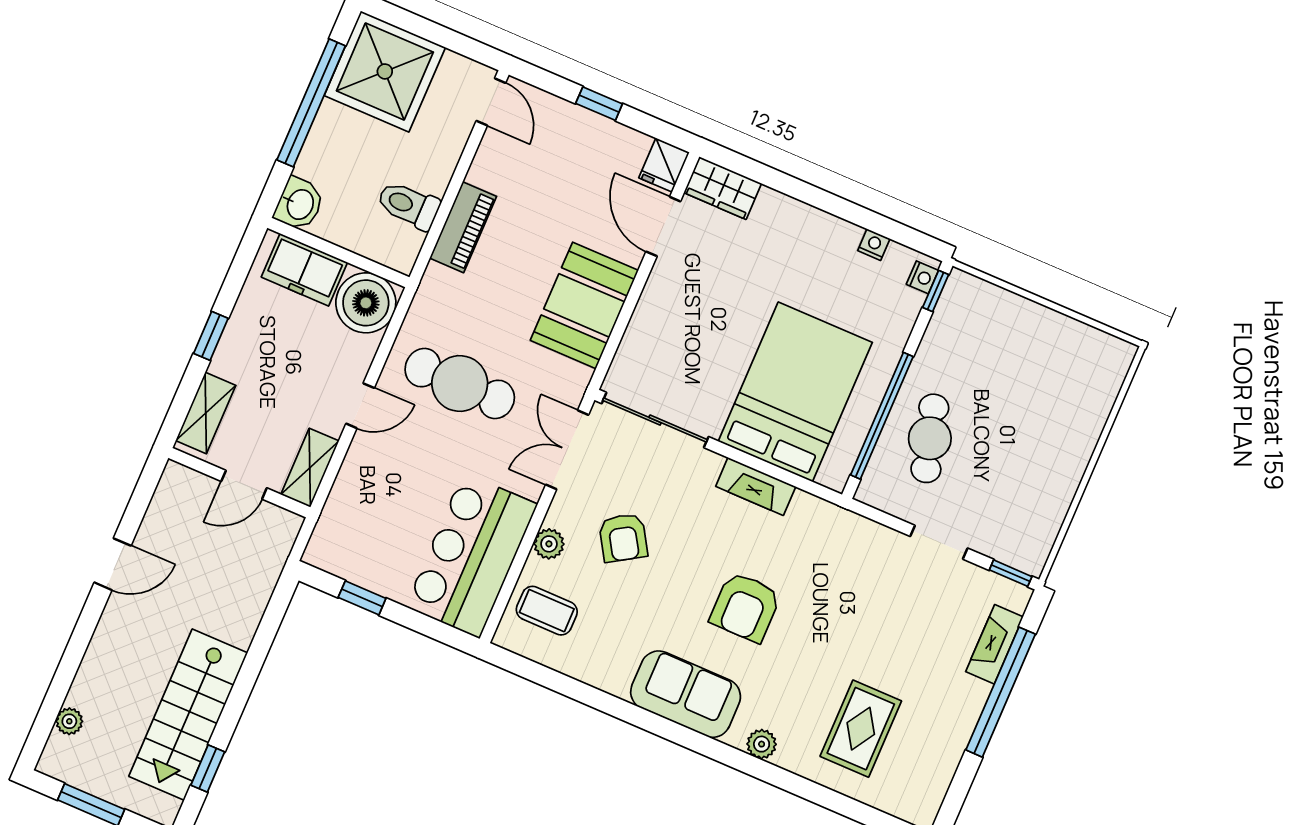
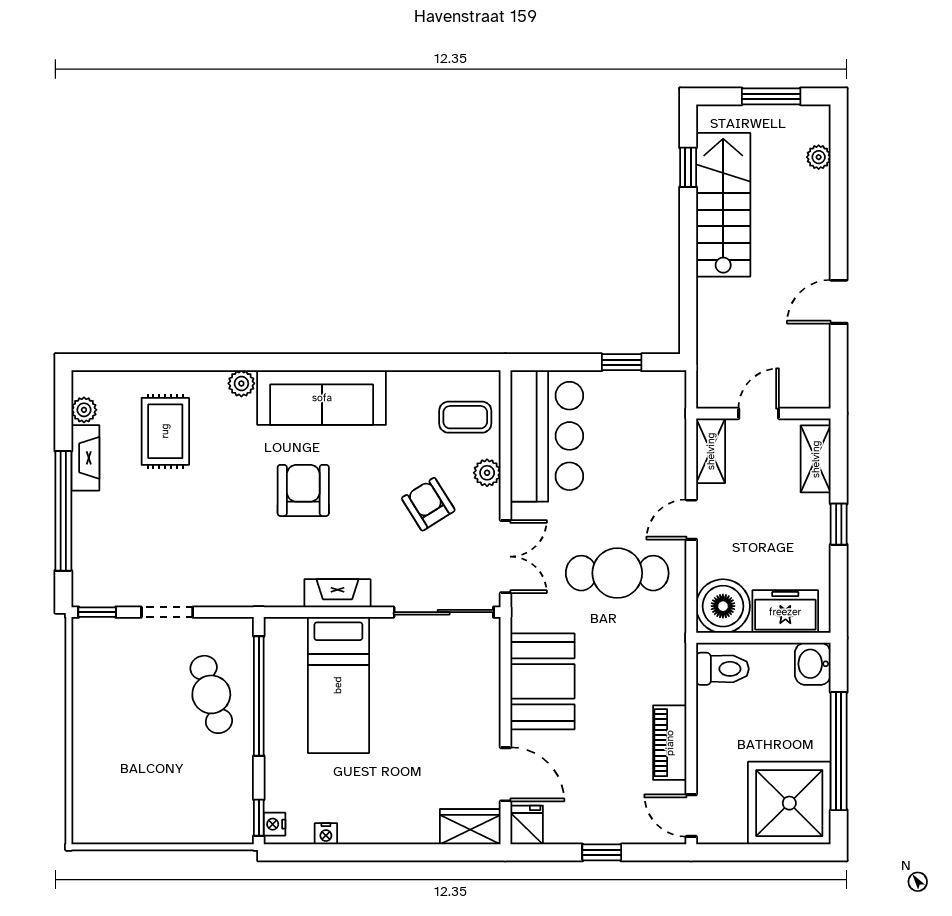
toilet: (408, 205) -> (723, 669), moved
piano: (463, 227) -> (670, 743), moved
bed: (795, 392) -> (338, 685), width x0.67
fireplace: (994, 644) -> (85, 458), moved
sofa: (686, 694) -> (322, 398), width x1.36
plant: (935, 787) -> (84, 410), added

